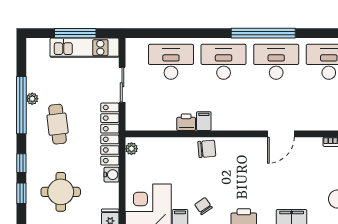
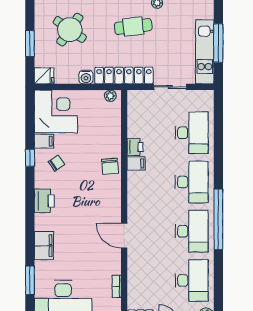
round table: (61, 192) -> (70, 30), turned 35

